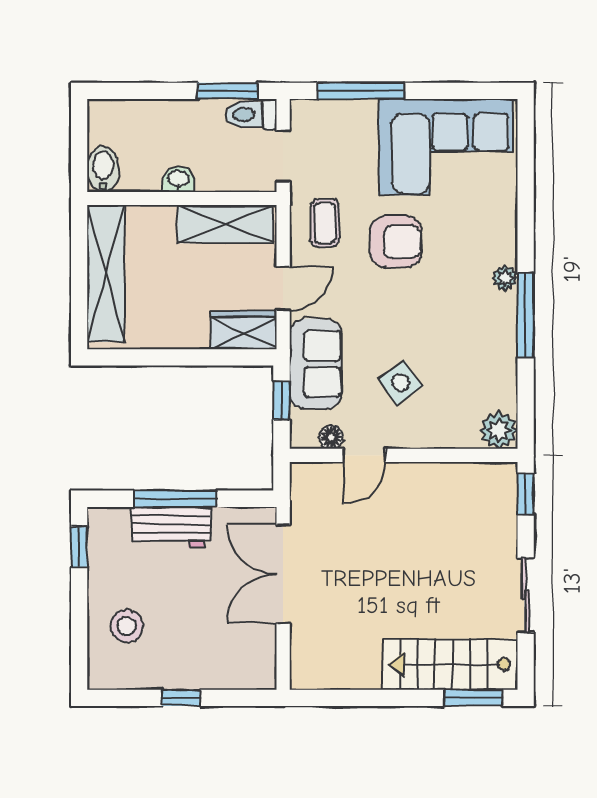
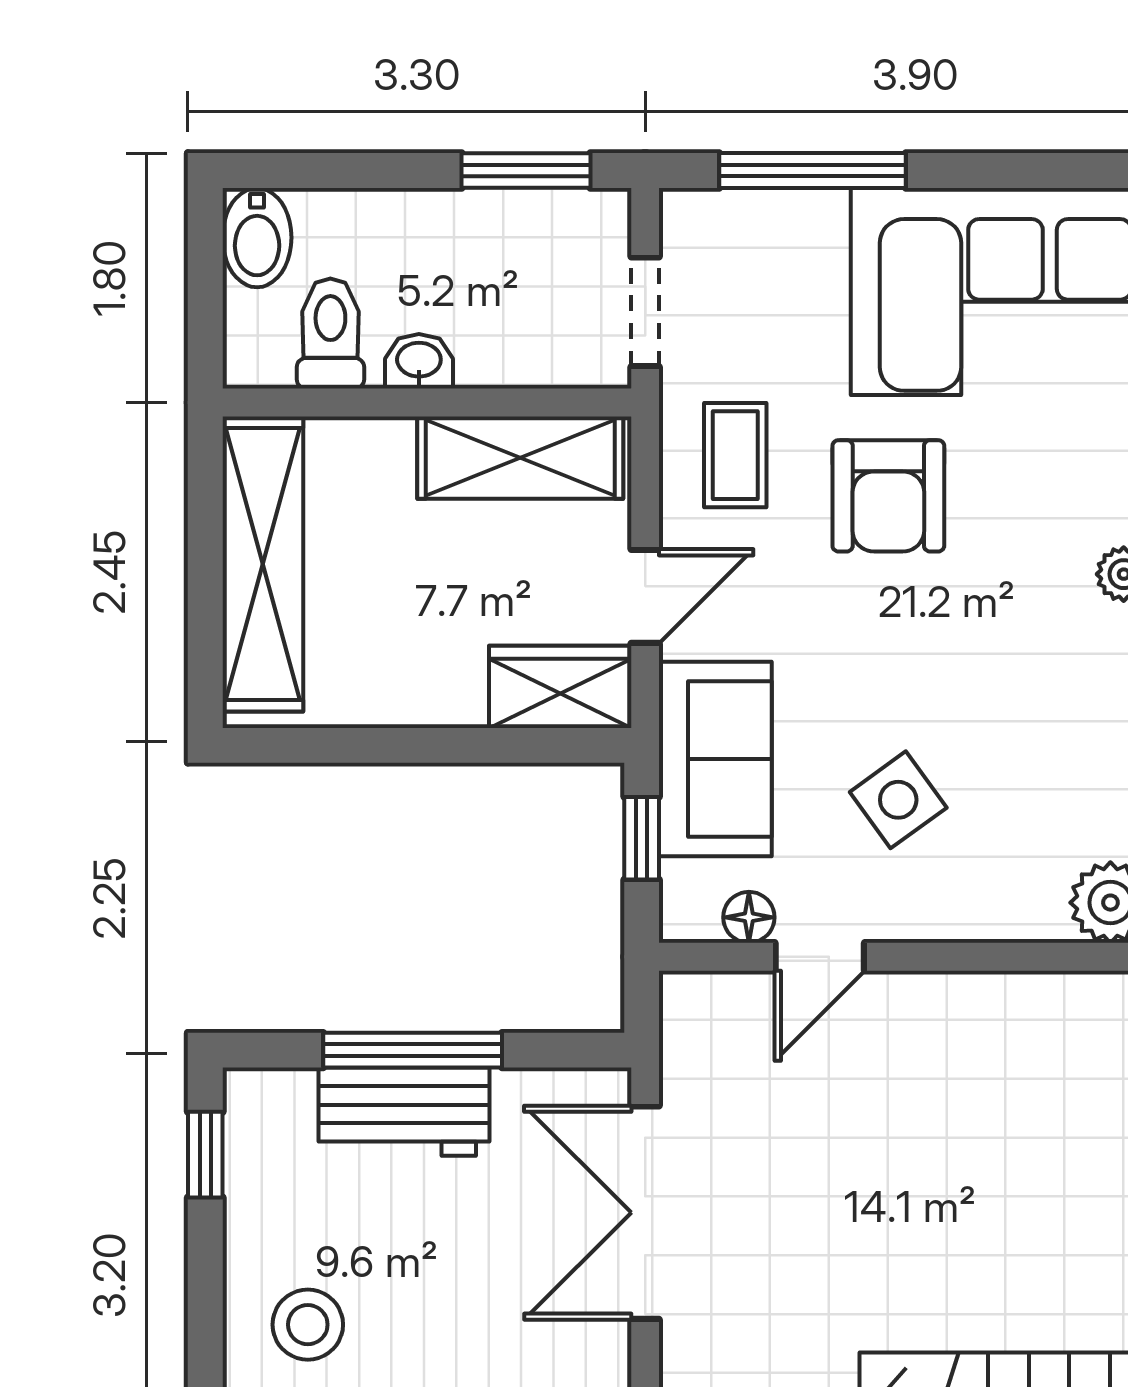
toilet: (251, 114) -> (330, 334), moved, turned 90
bidet: (103, 169) -> (257, 238), moved, turned 180
armchair: (396, 242) -> (888, 496), turned 90

